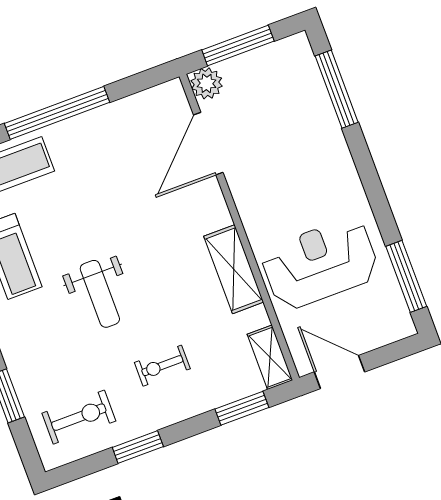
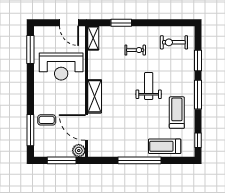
coffee table: (308, 127) -> (47, 120), added
door: (208, 144) -> (87, 128), swing flipped
shelving: (234, 269) -> (95, 96), moved
window: (242, 408) -> (121, 23), moved
window: (138, 447) -> (156, 23), removed

